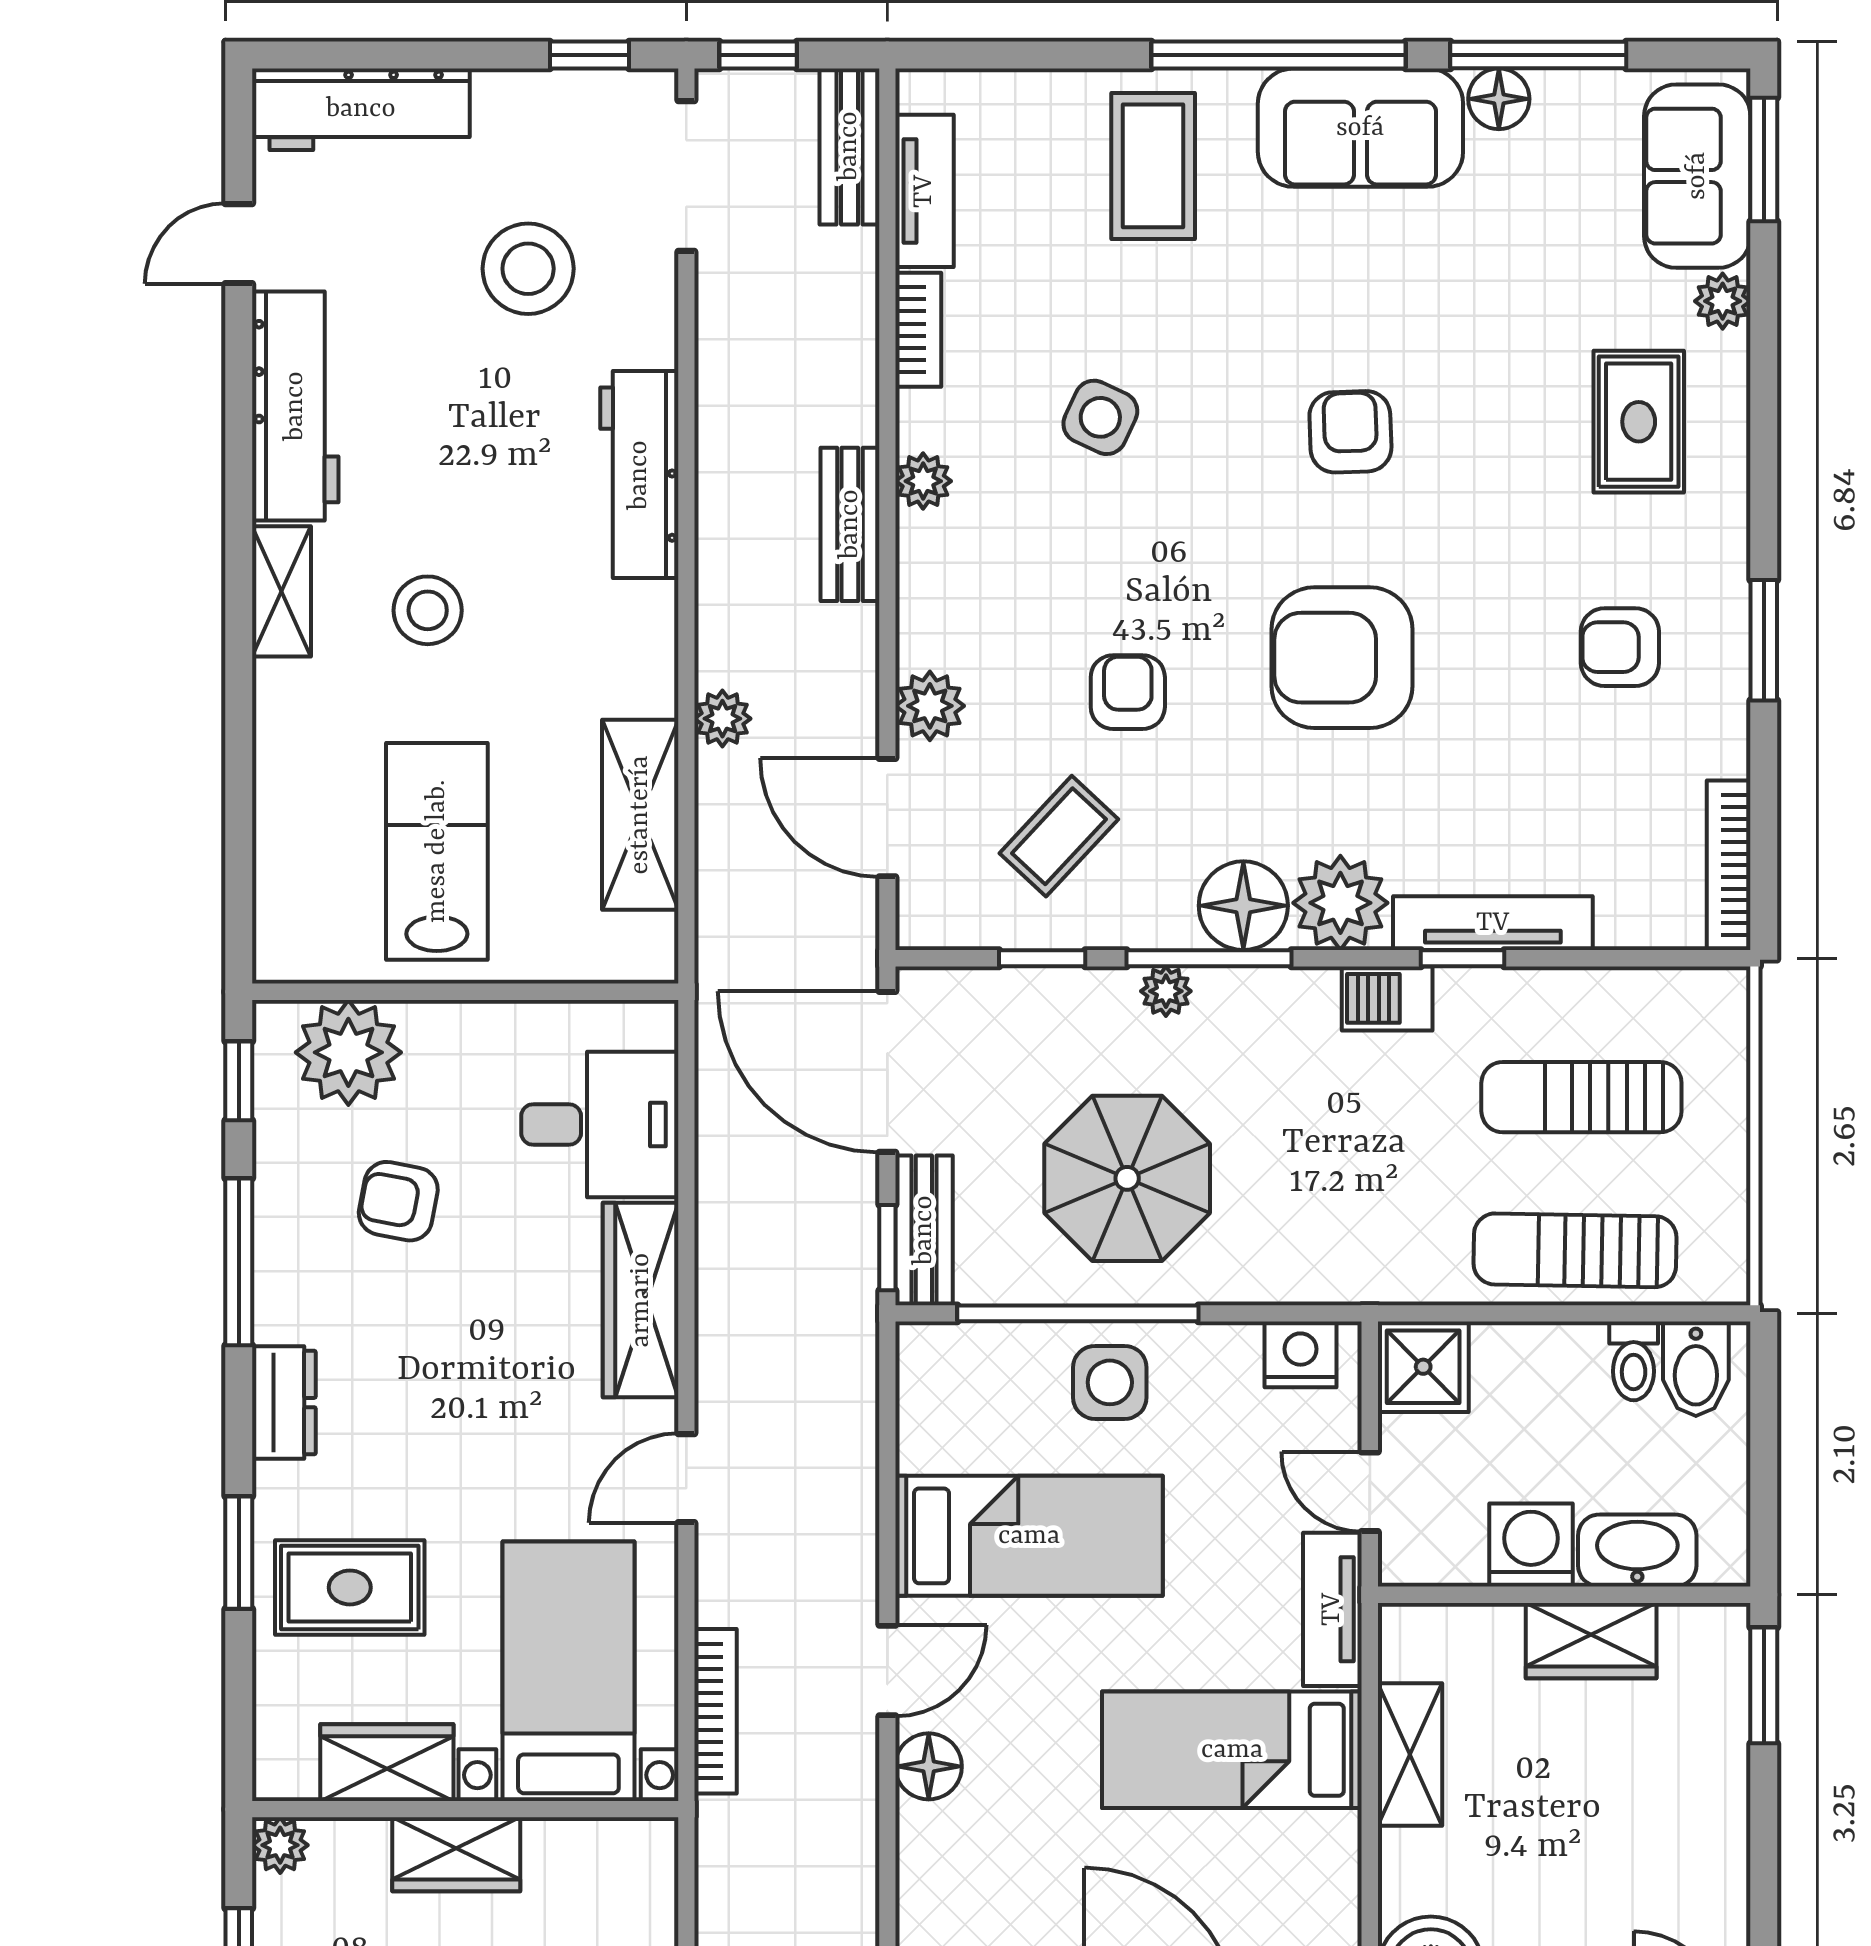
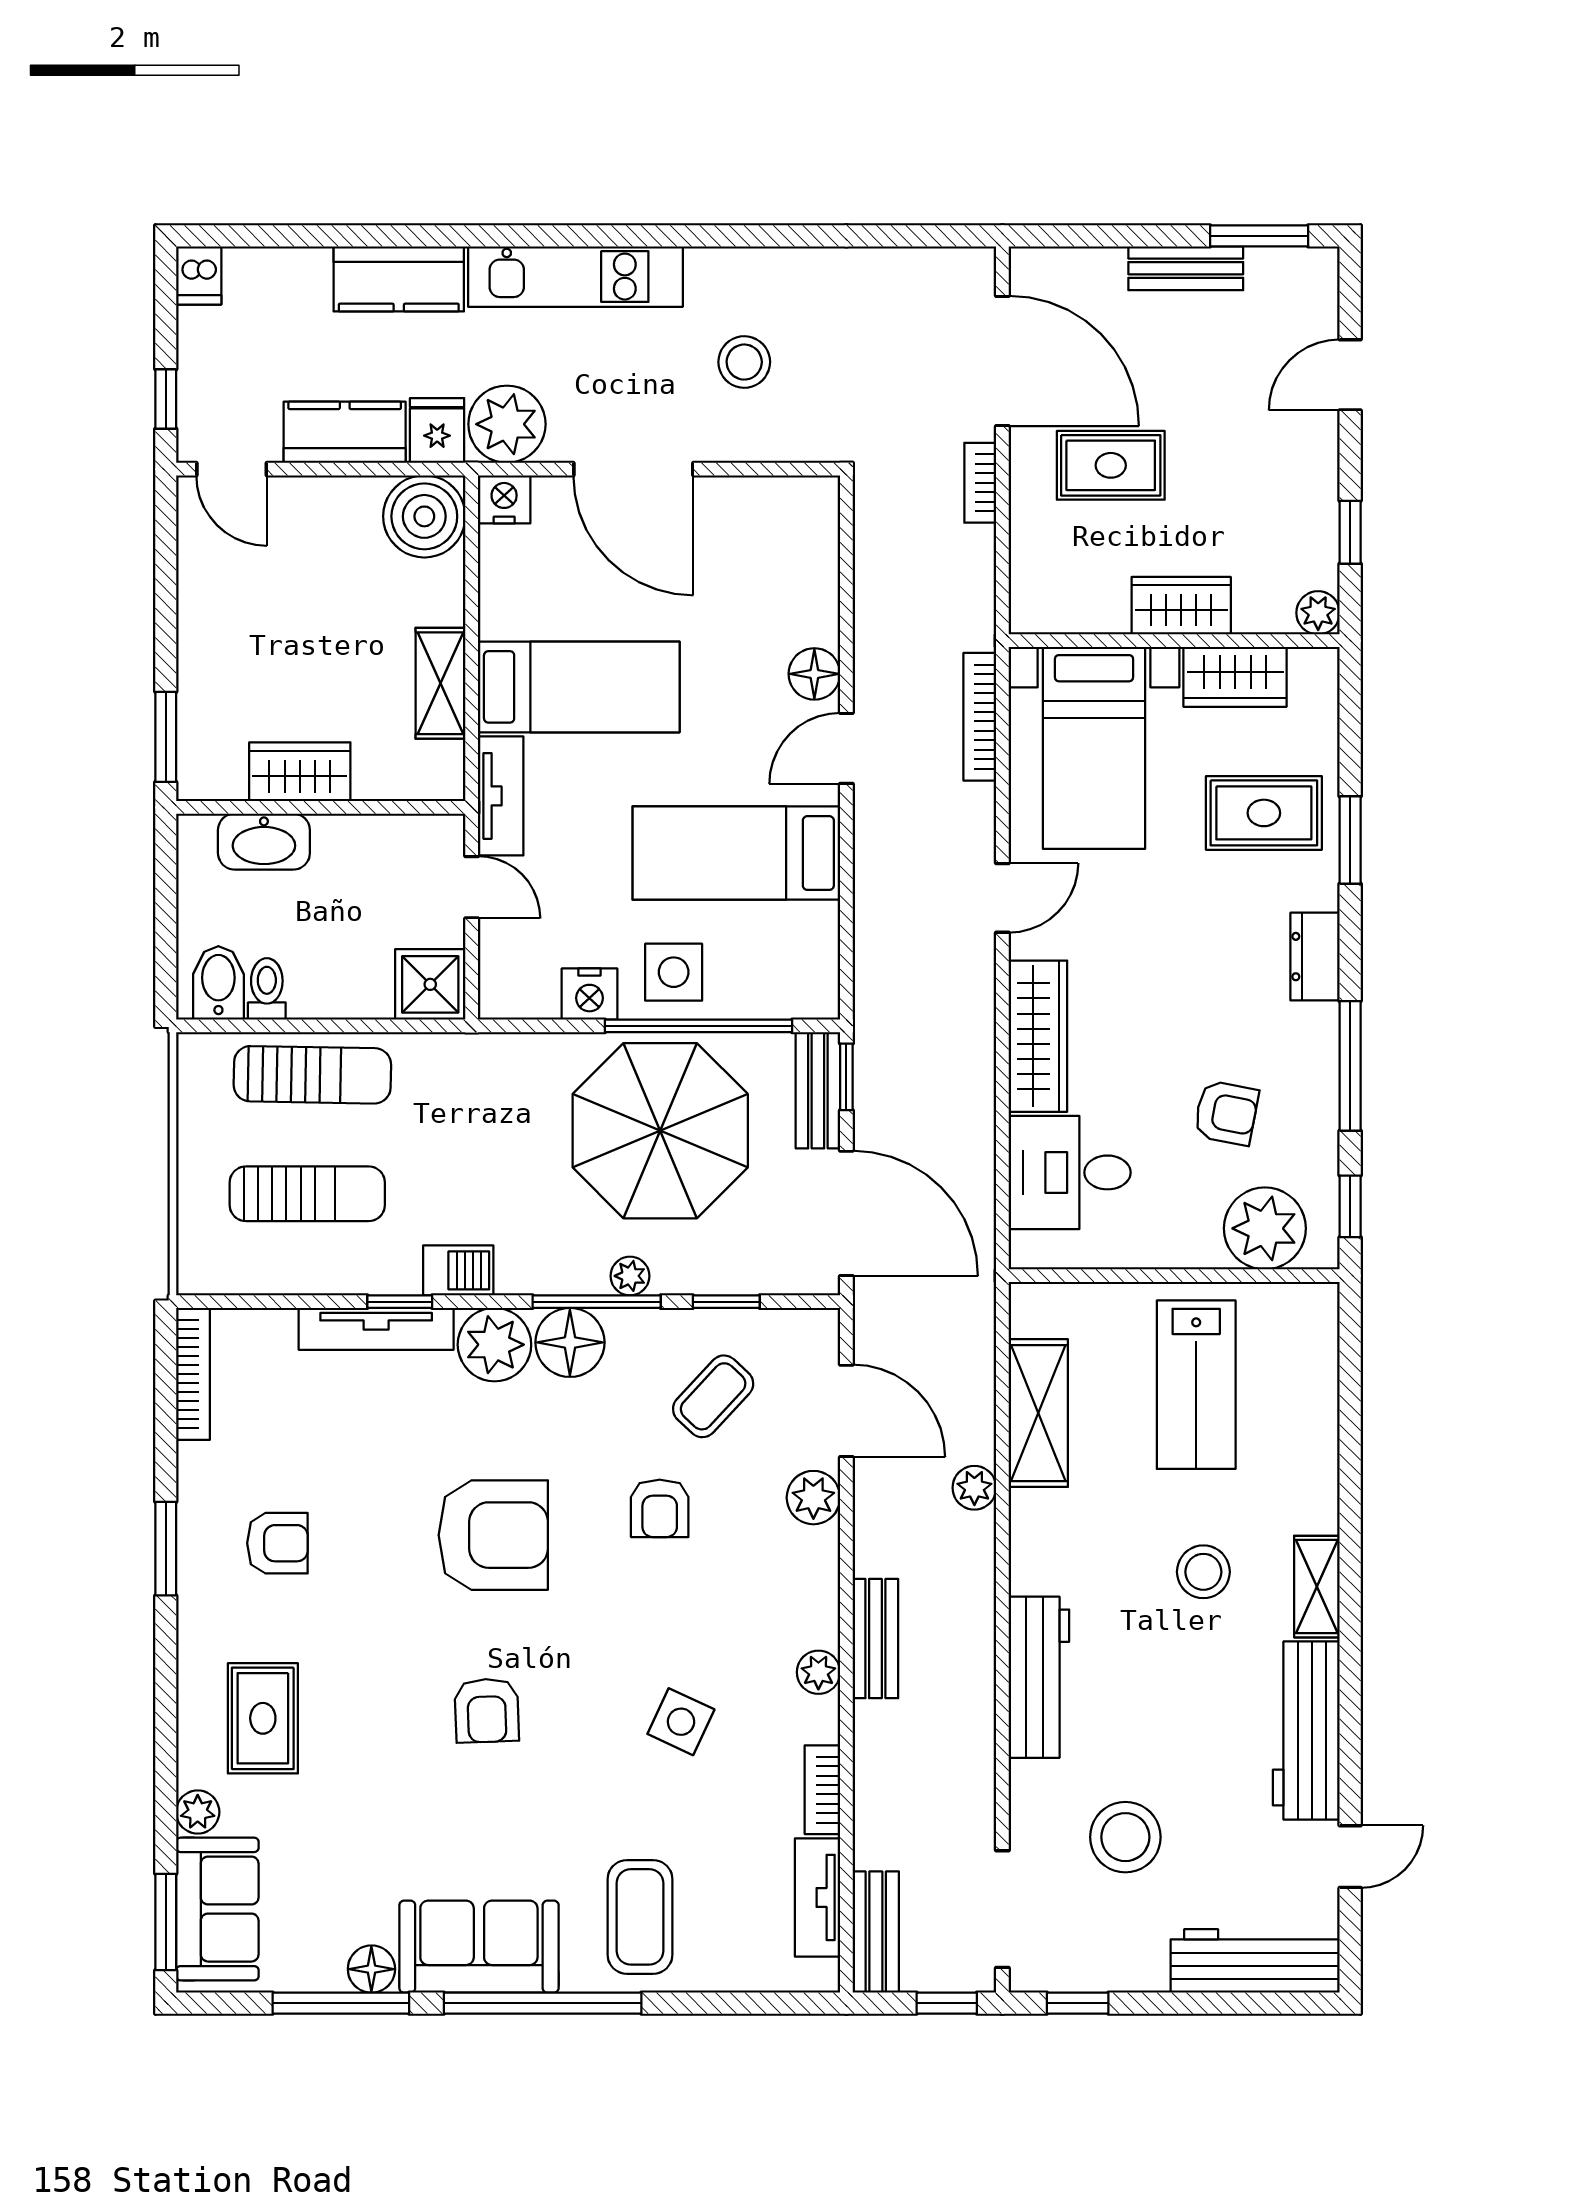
parasol: (1127, 1178) -> (660, 1131), width x1.36, depth x1.36
nightstand: (1300, 1354) -> (589, 994), moved
washing machine: (1531, 1545) -> (346, 846), removed

